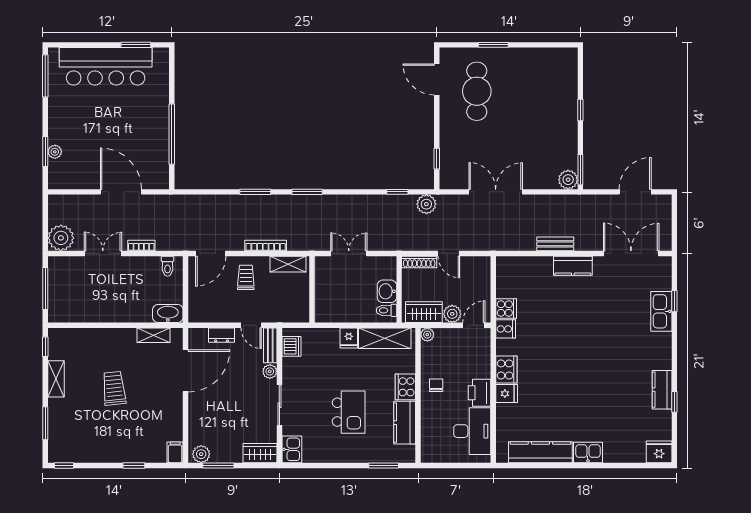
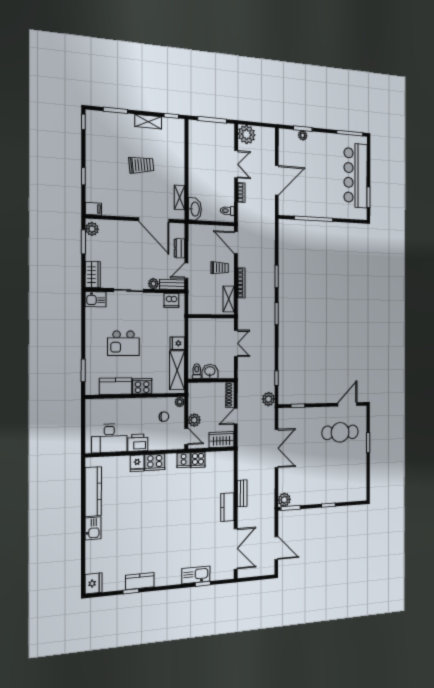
wardrobe: (424, 312) -> (222, 440), moved, turned -90
chair: (436, 385) -> (164, 417), moved

